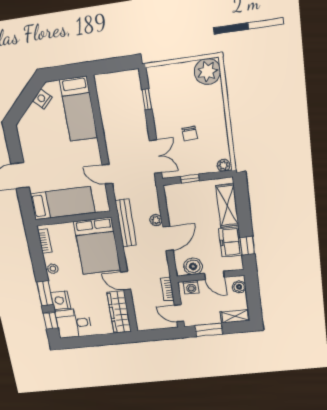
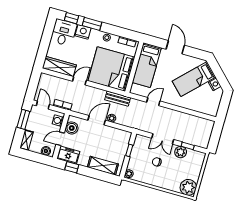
plant: (160, 106) -> (181, 152), added
bed: (79, 109) -> (194, 79), moved, turned -45
double door: (155, 156) -> (163, 139), moved
bench: (126, 223) -> (118, 99), width x0.73
door: (168, 239) -> (97, 120), swing flipped
freezer: (230, 242) -> (68, 155), moved
bed: (97, 246) -> (111, 69), width x1.36
door: (179, 313) -> (43, 105), hinge flipped

